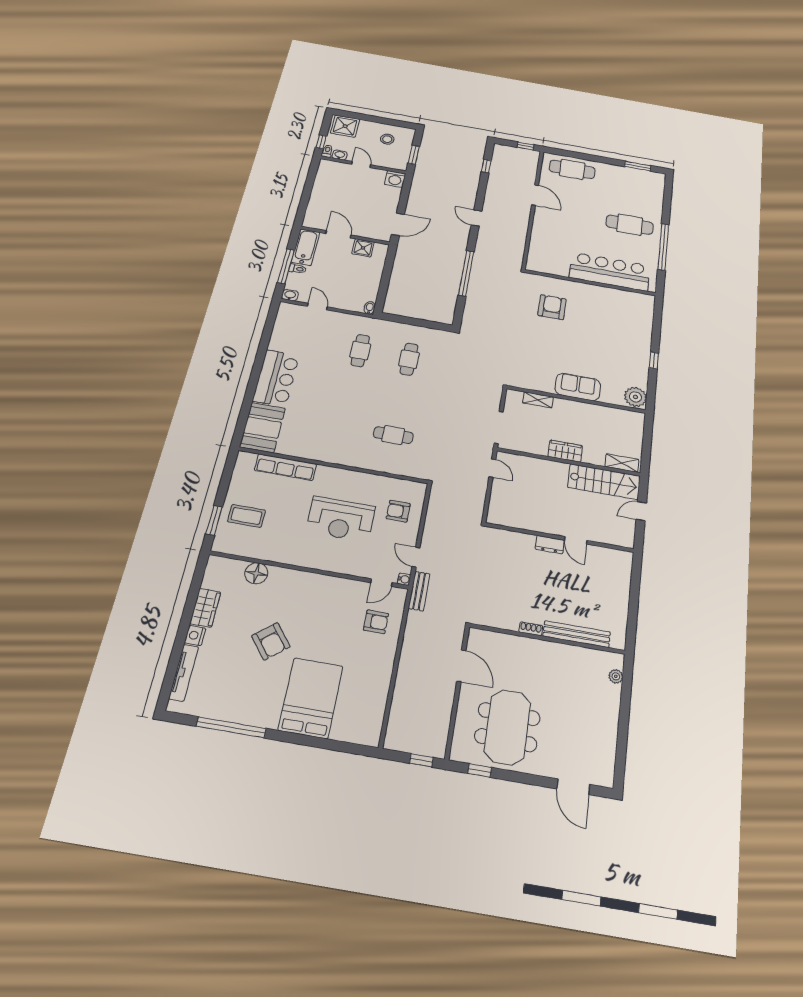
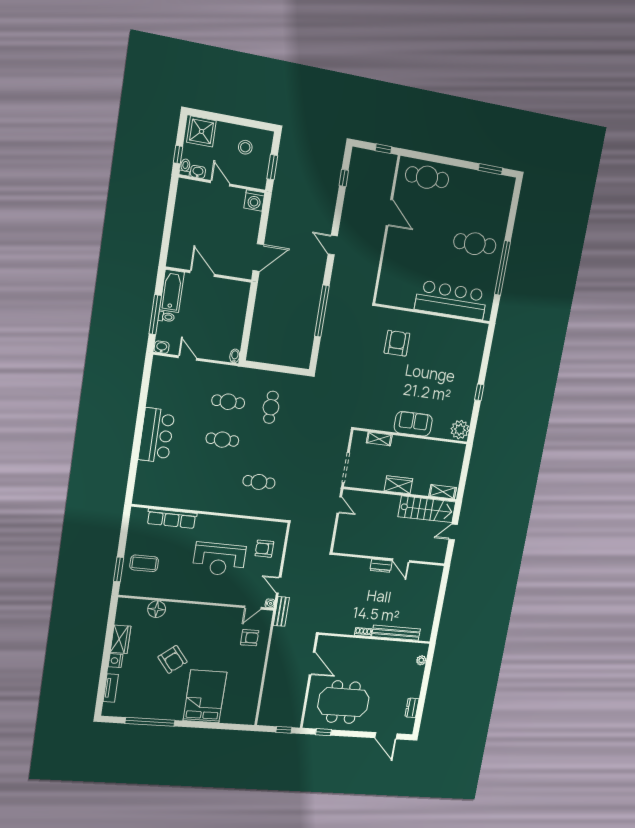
shower: (363, 248) -> (226, 288), removed
cafe table: (360, 351) -> (228, 402), turned 90
cafe table: (352, 388) -> (222, 440), added
booth: (263, 428) -> (149, 484), removed
tv unit: (184, 673) -> (111, 688), width x0.71
meeting table: (507, 727) -> (343, 702), turned 90
dresser: (609, 746) -> (412, 708), added

